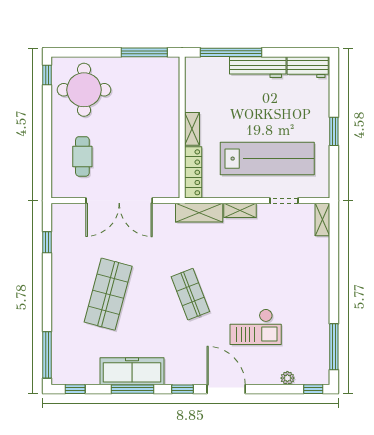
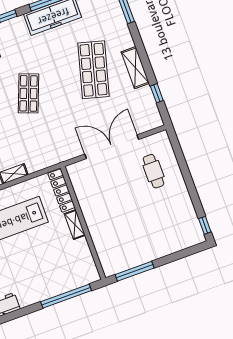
workbench: (258, 67) -> (41, 292), removed
round table: (84, 90) -> (171, 224), removed
shelving: (199, 213) -> (135, 68), moved, turned 90
shop shelf: (190, 294) -> (28, 93), turned 42

